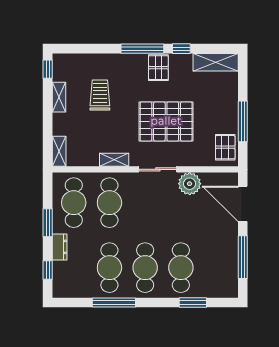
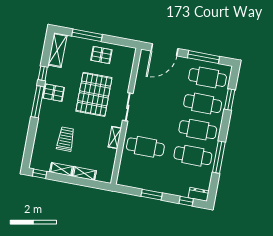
trolley: (100, 95) -> (66, 139), turned 90
window: (243, 121) -> (87, 35), moved
pallet: (225, 147) -> (101, 55), moved
shelving: (59, 151) -> (84, 173), moved
plant: (190, 184) -> (143, 86), removed
cafe table: (74, 203) -> (207, 78), moved
dresser: (60, 247) -> (199, 194), moved

